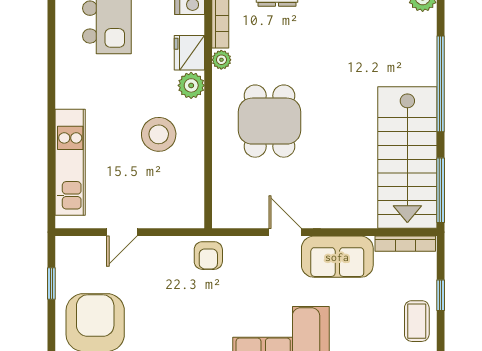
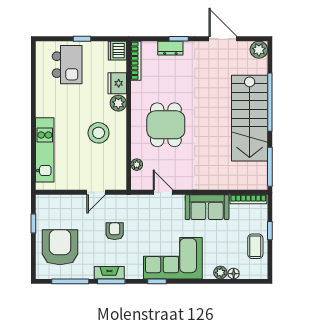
plant: (221, 60) -> (137, 165), moved
stairs: (407, 158) -> (250, 118), moved
door: (122, 232) -> (96, 192), moved
door: (285, 232) -> (163, 192), moved
armchair: (208, 256) -> (115, 231), moved, turned 180

